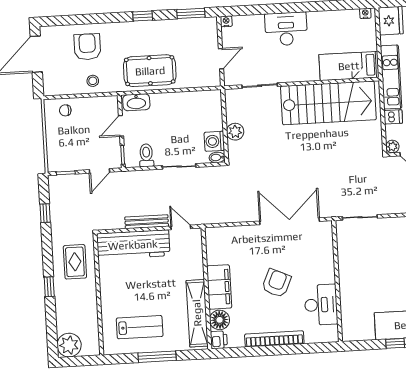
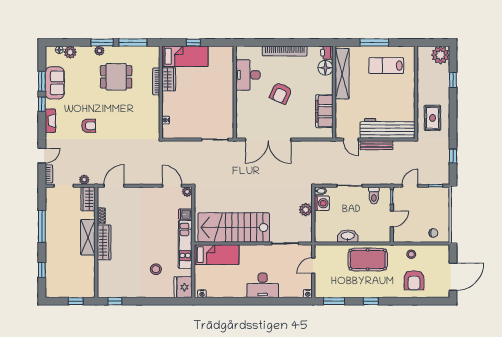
washbasin: (136, 102) -> (348, 236), moved
window: (49, 287) -> (453, 80), moved
filing cabinet: (219, 287) -> (324, 111), moved

